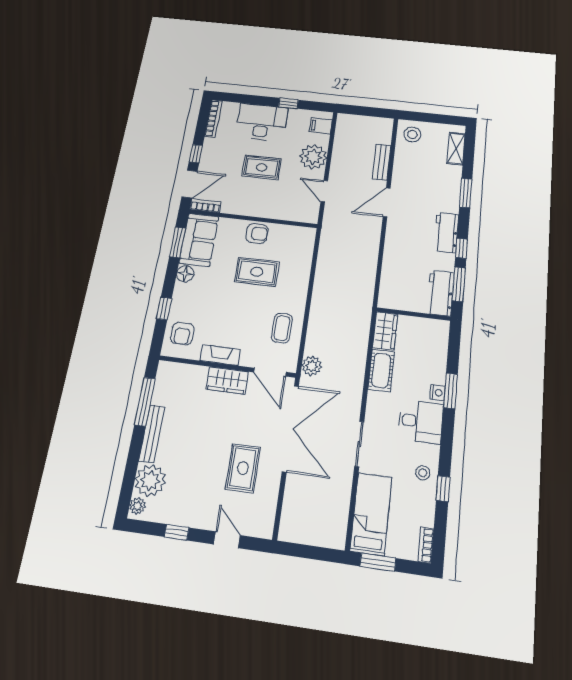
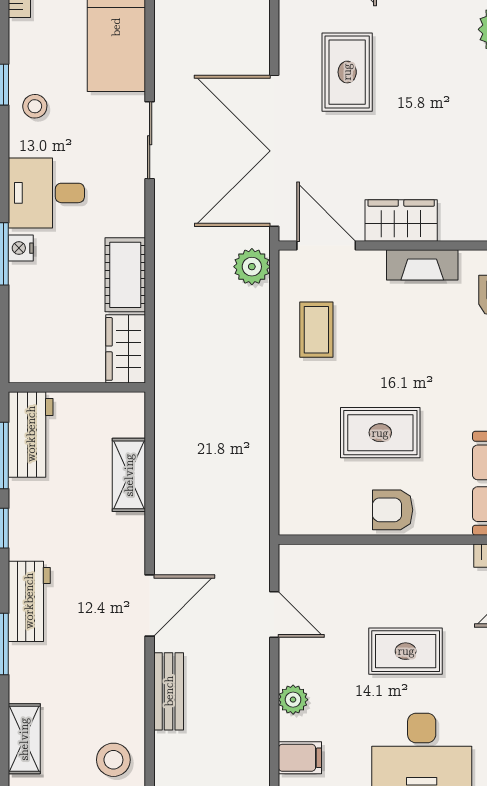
plant: (313, 157) -> (293, 700), width x0.53, depth x0.53
workbench: (446, 233) -> (29, 601), moved
shelving: (390, 266) -> (129, 475), added

